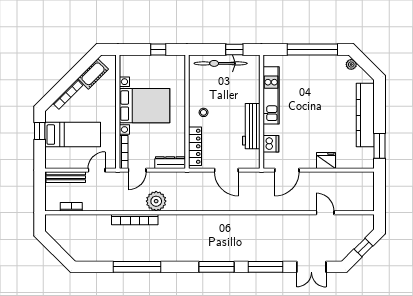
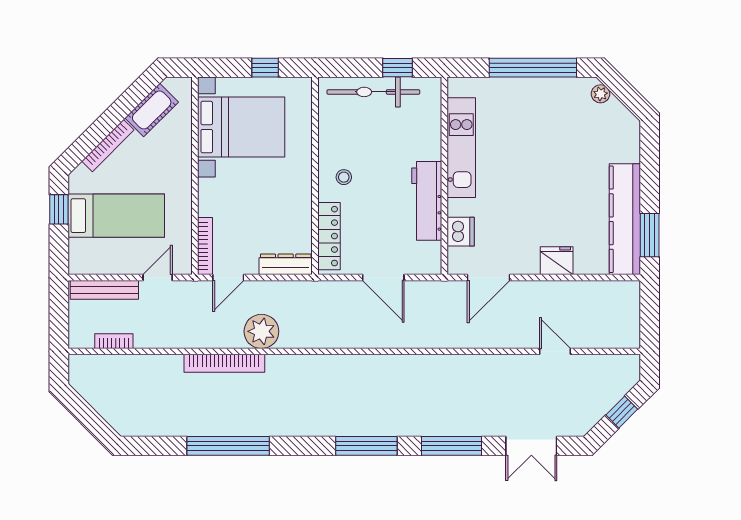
bed with nightstands: (145, 106) -> (241, 127), moved
kitchen counter: (365, 115) -> (625, 219), moved

